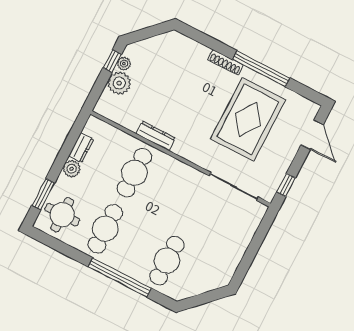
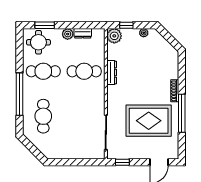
window: (112, 61) -> (126, 25), moved
plant: (119, 83) -> (114, 36), moved
cafe table: (167, 261) -> (43, 116), turned 90

